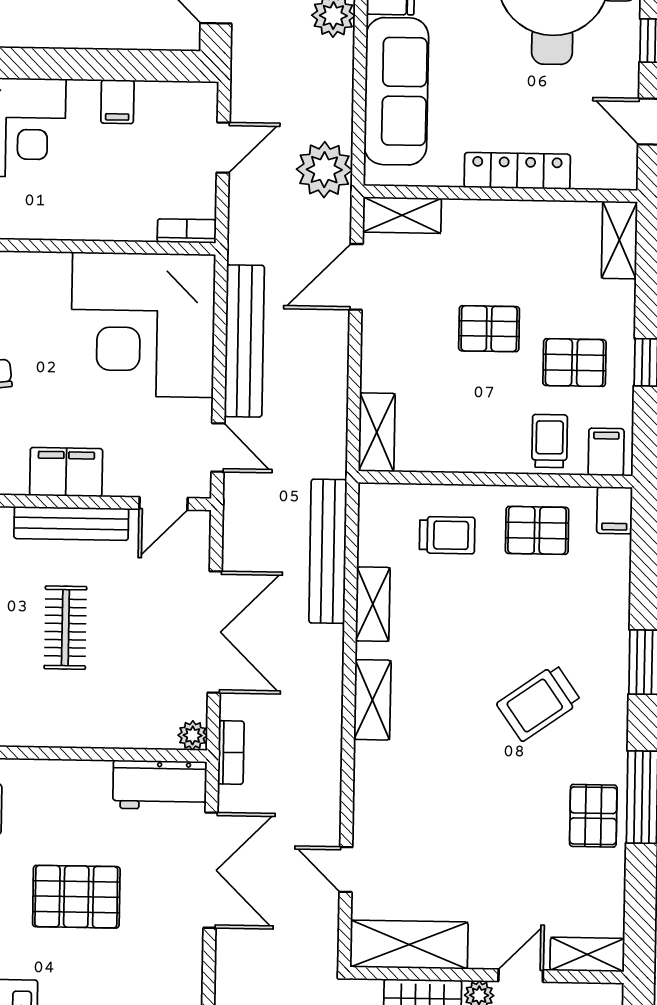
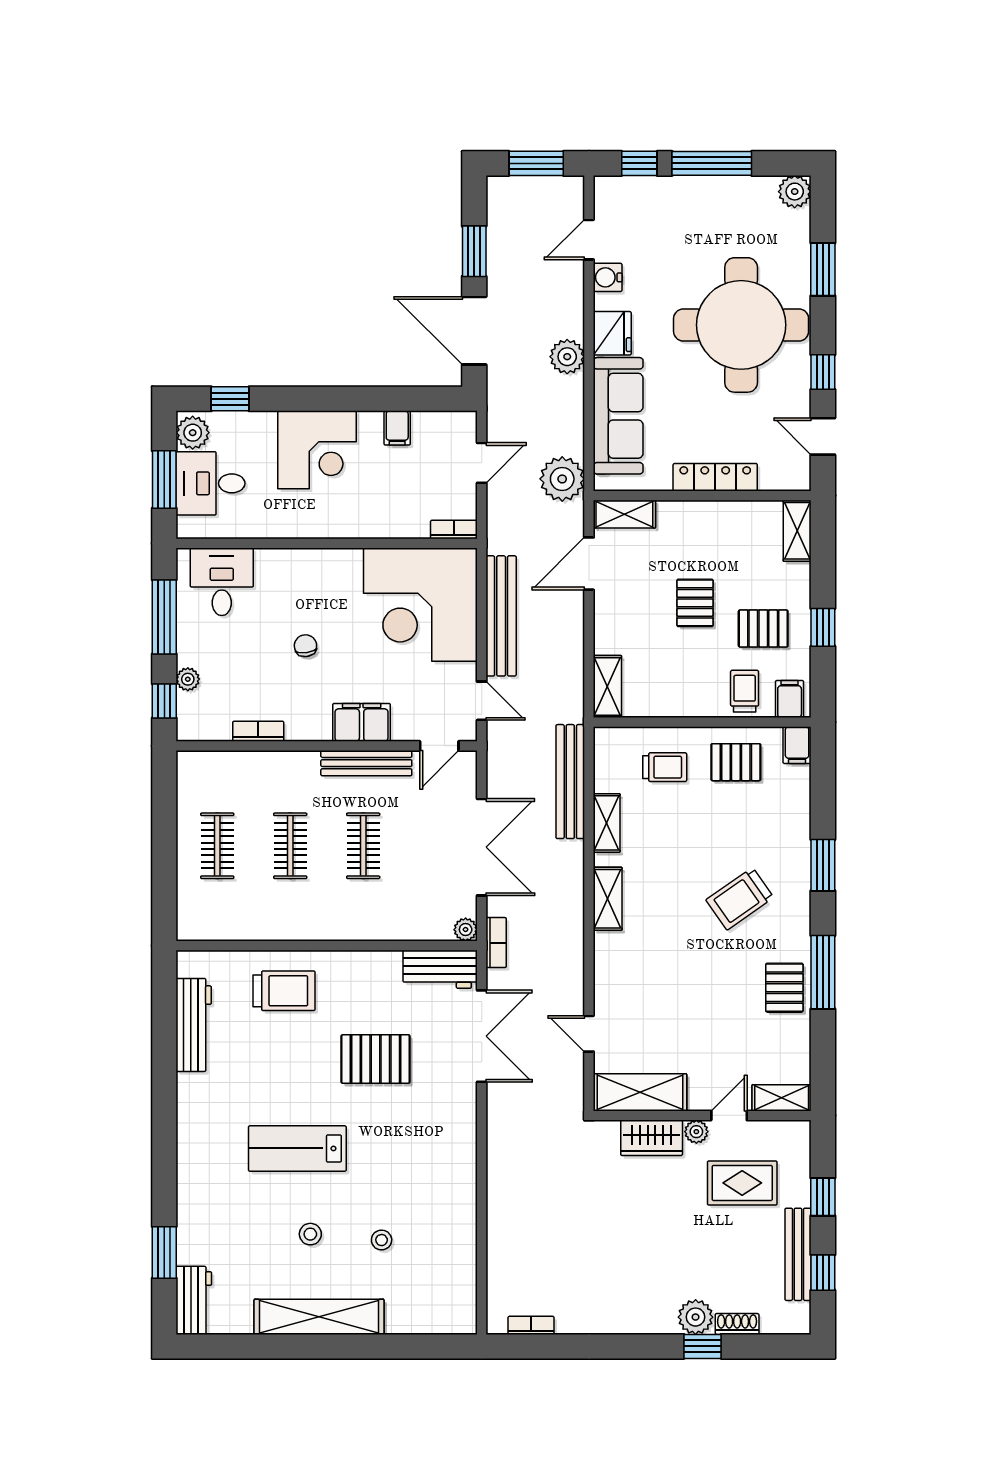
pallet: (489, 329) -> (695, 603), turned 90

